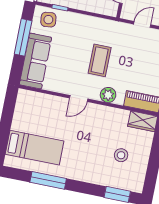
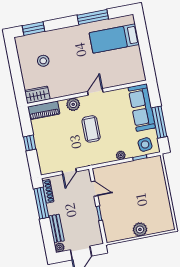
plant: (79, 19) -> (121, 155), added

